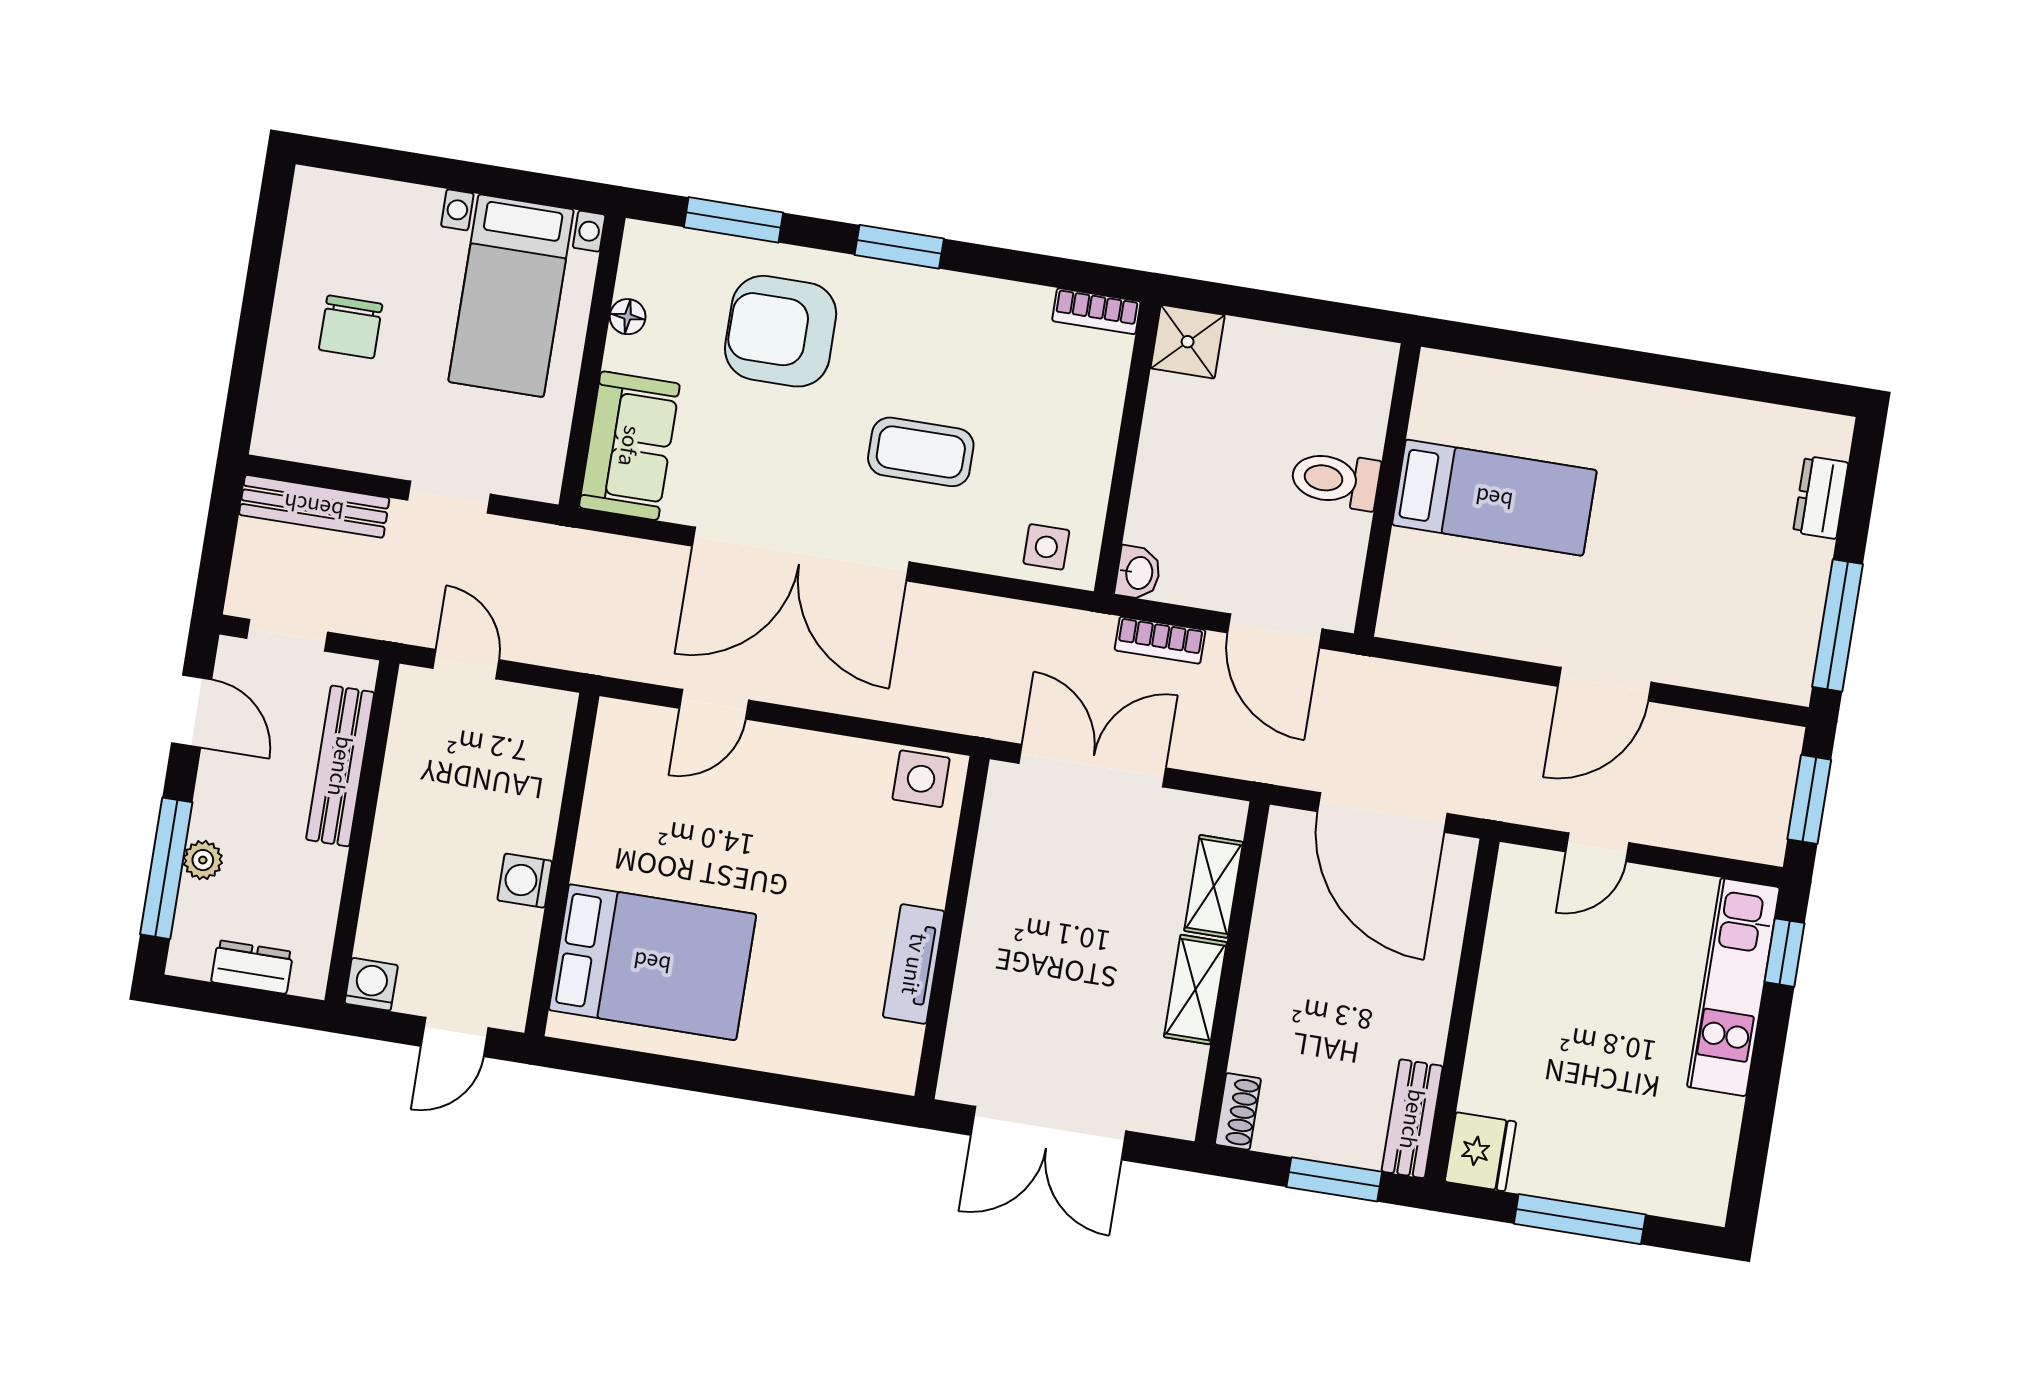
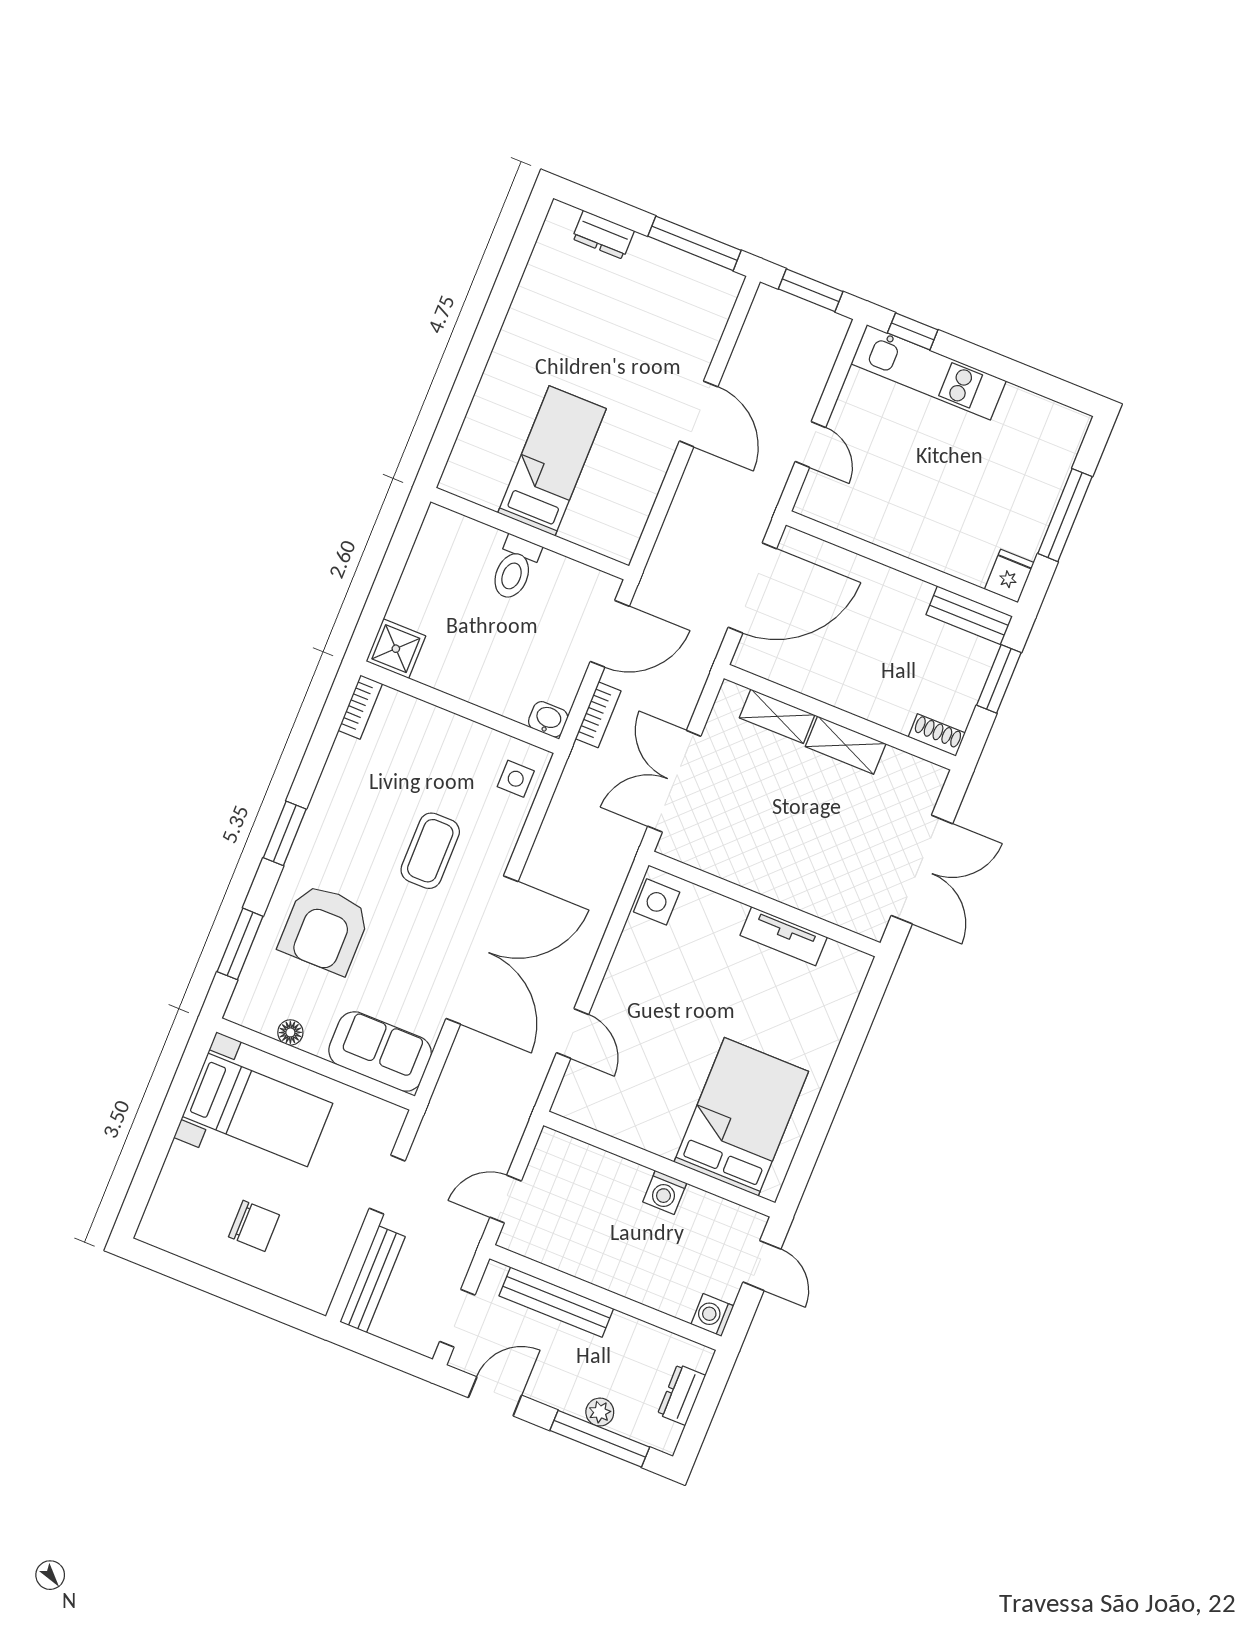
fridge: (1480, 1152) -> (1009, 576), width x0.72

